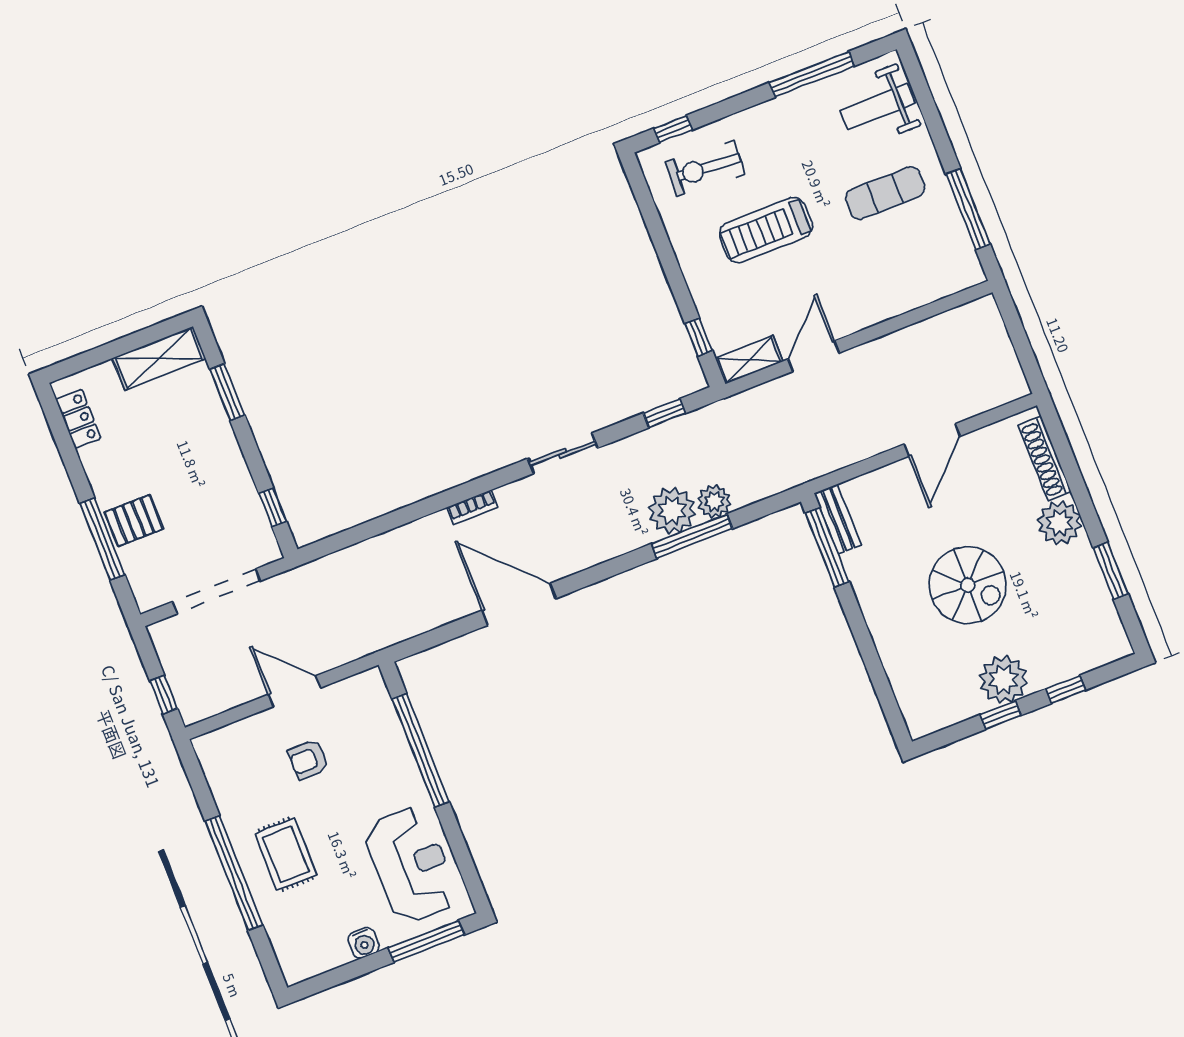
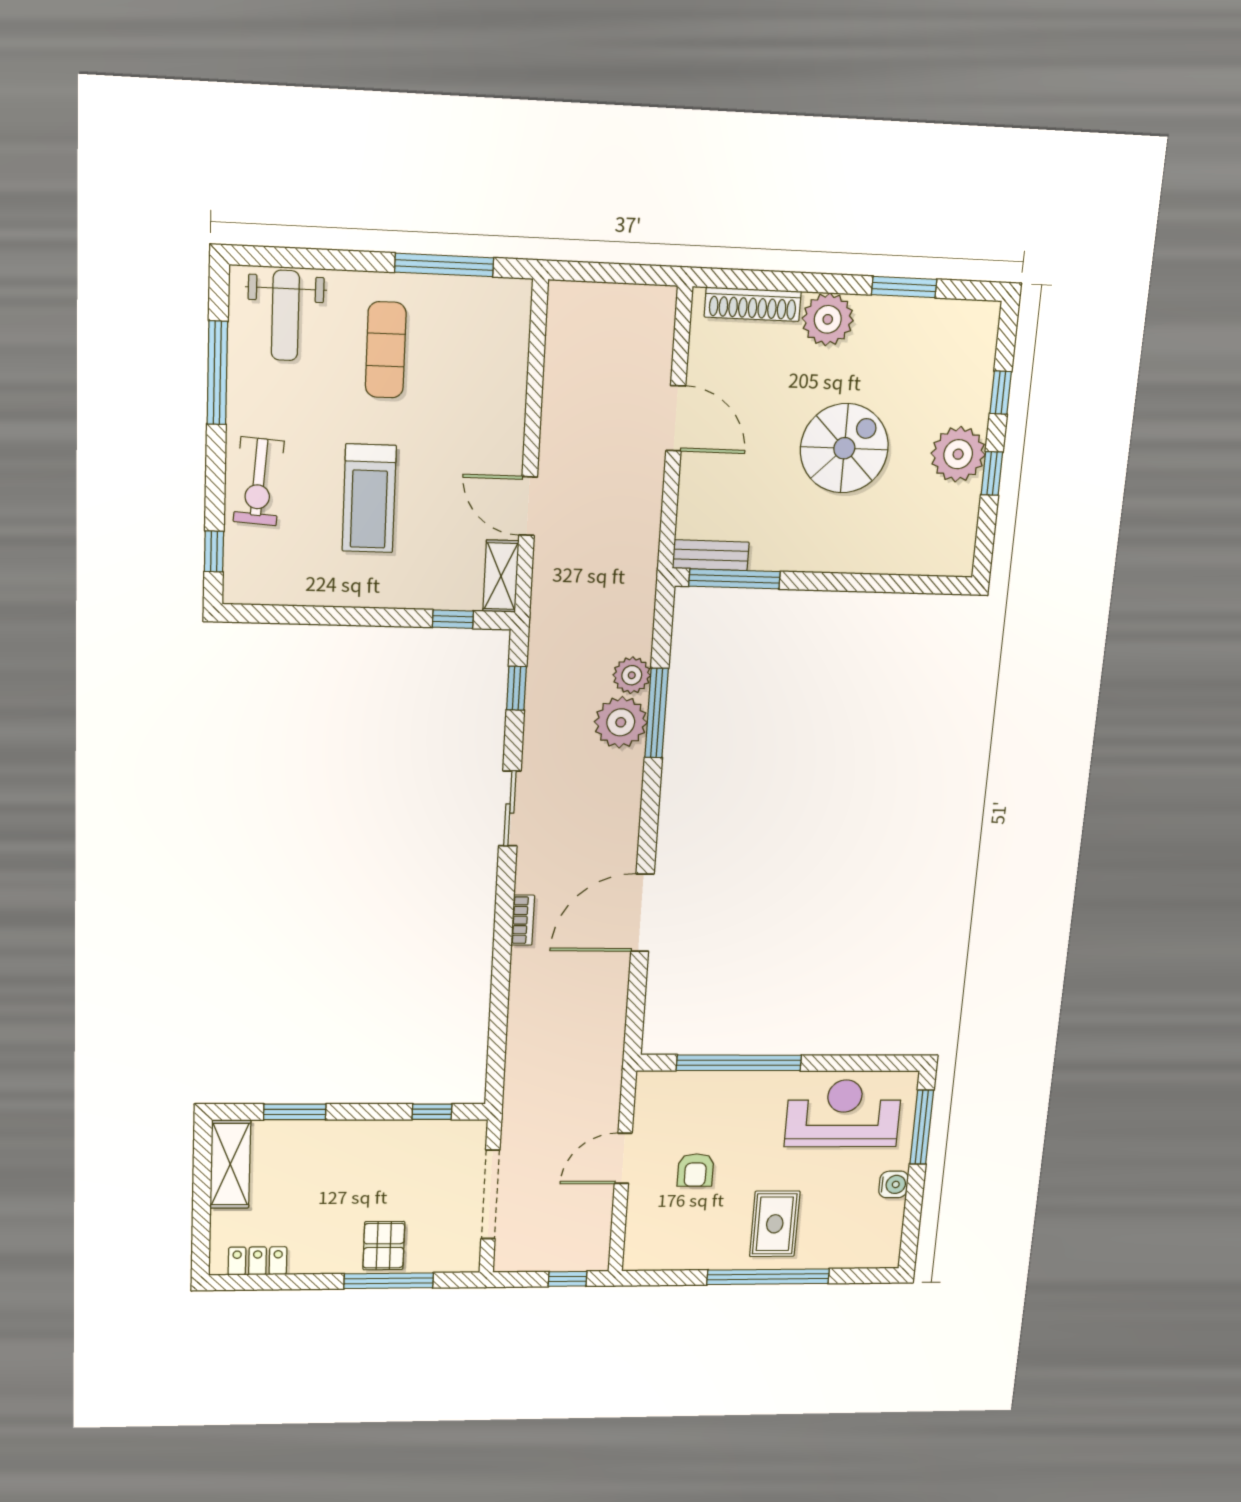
exercise bike: (705, 168) -> (259, 481), moved
rug: (286, 854) -> (775, 1224), turned 90

